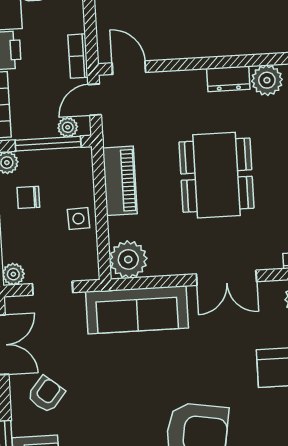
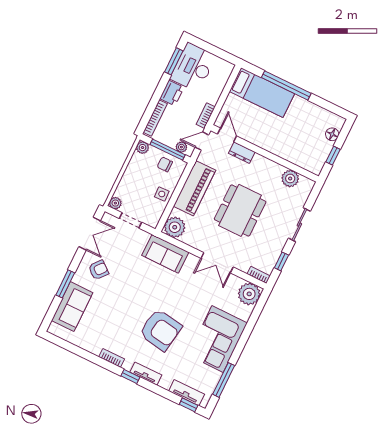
dresser: (228, 79) -> (242, 153), moved
piano: (120, 181) -> (195, 188), width x1.37, depth x1.33
chair: (28, 197) -> (165, 164), moved
sofa: (137, 310) -> (165, 254), width x0.73

